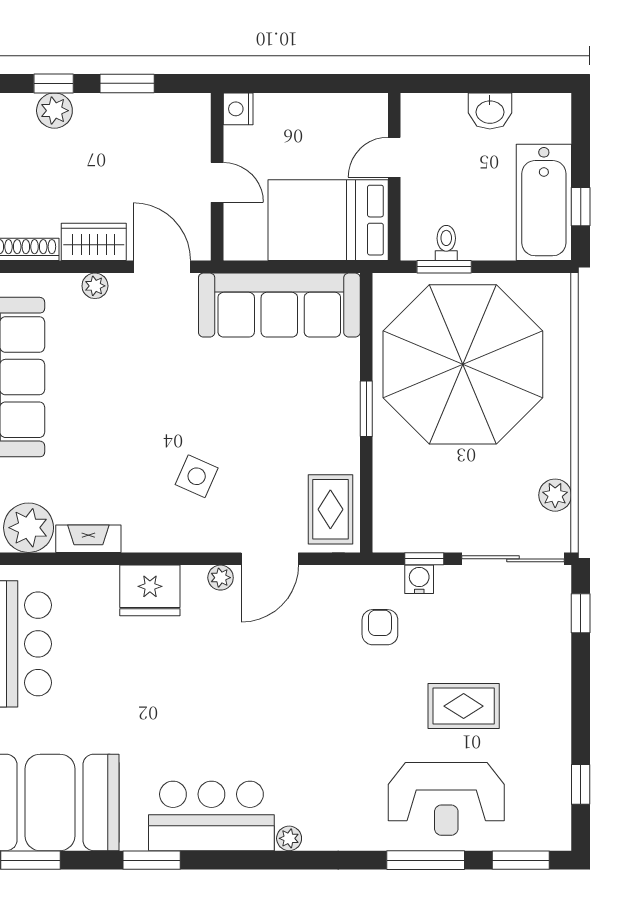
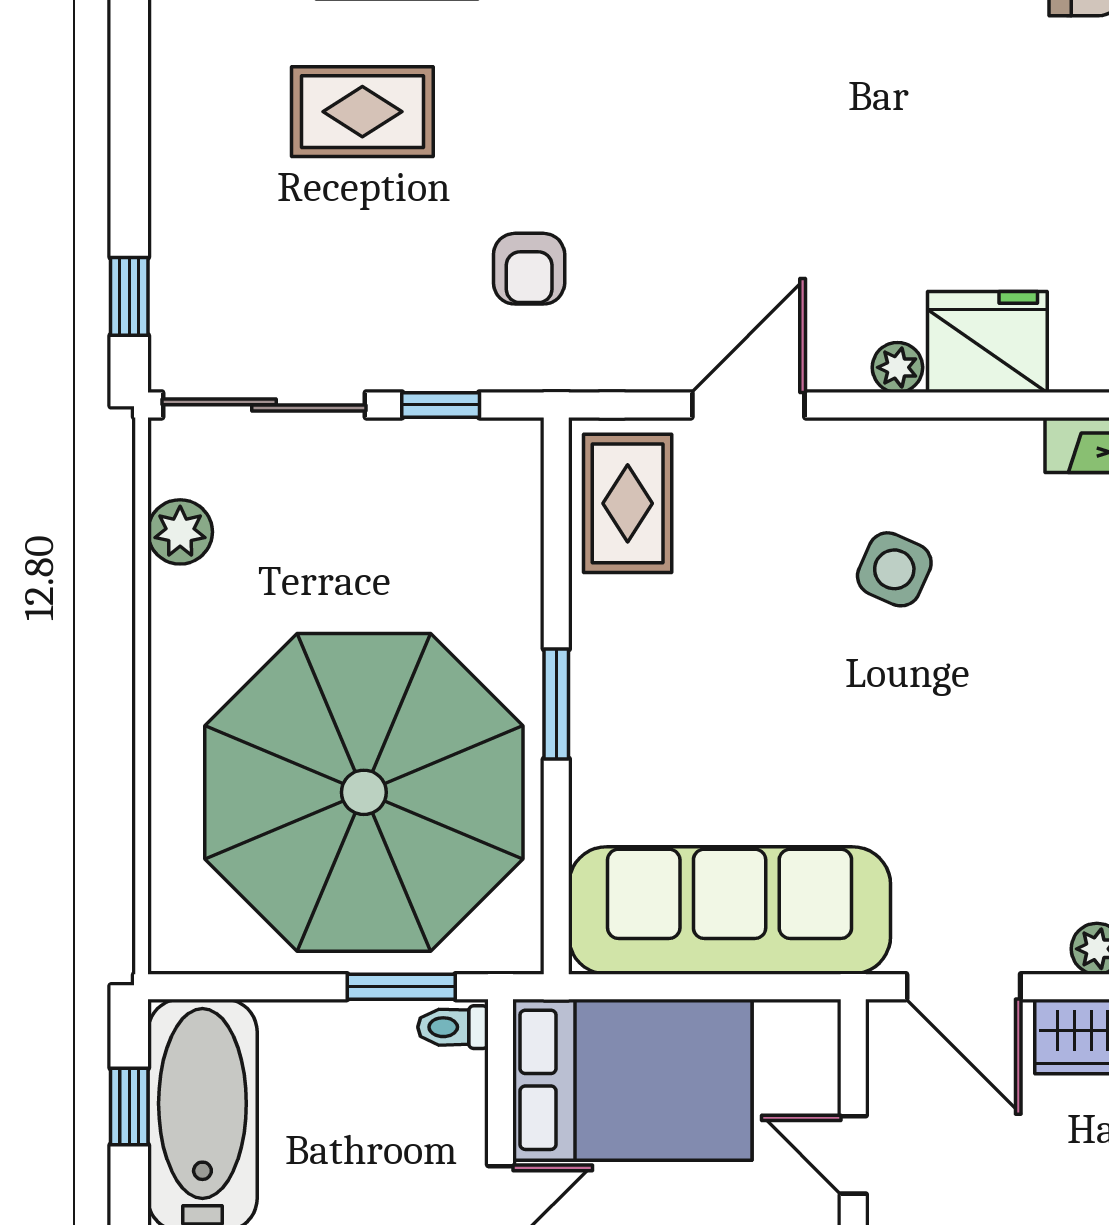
toilet: (446, 243) -> (453, 1027), moved, turned 90
plant: (221, 578) -> (897, 367), moved
water cooler: (419, 579) -> (451, 364), removed

